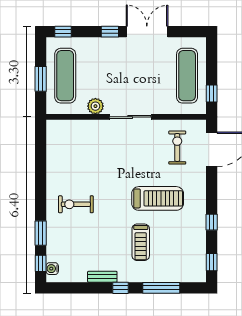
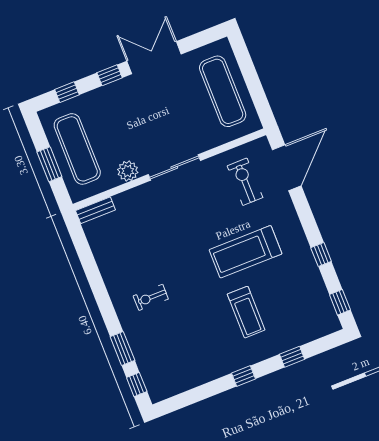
window: (63, 32) -> (67, 92), moved
window: (212, 94) -> (260, 101), removed
treadmill: (158, 198) -> (246, 252), turned 180
exercise bike: (76, 204) -> (151, 297), width x0.73, depth x0.72
water cooler: (52, 269) -> (153, 385), removed
bench: (102, 277) -> (95, 210), moved
window: (161, 288) -> (292, 357), width x0.46

